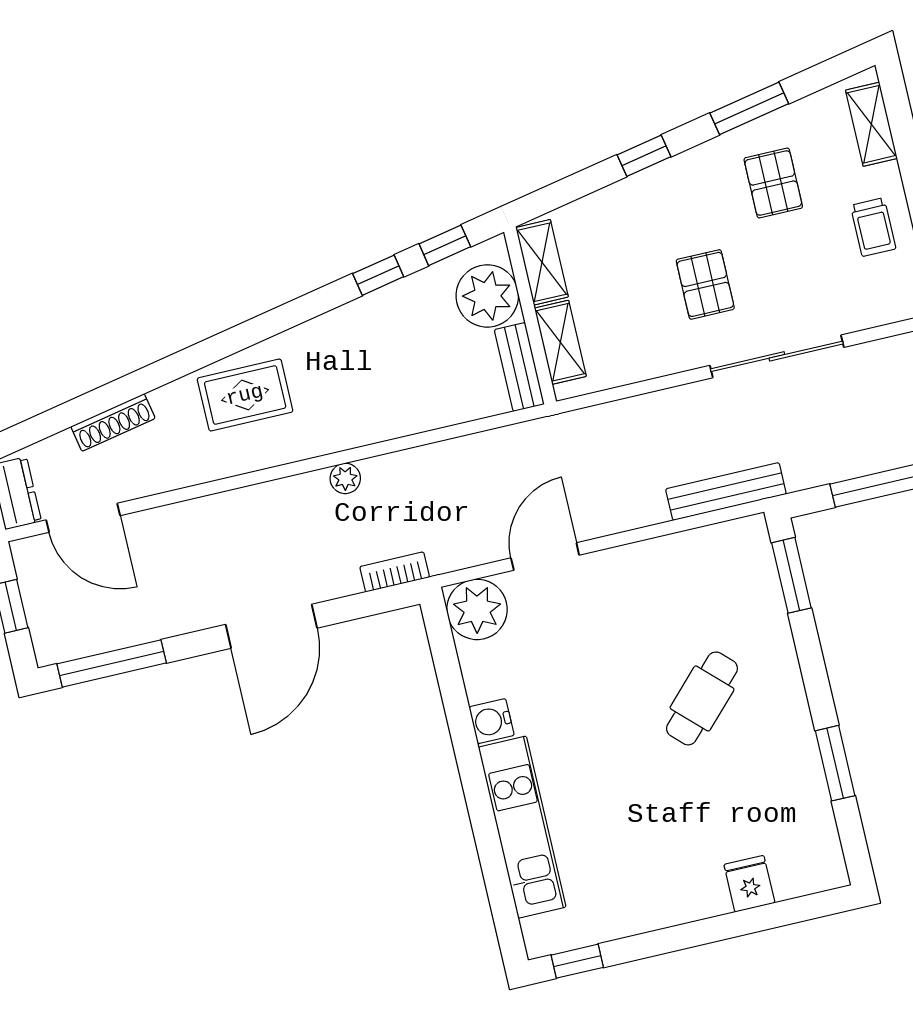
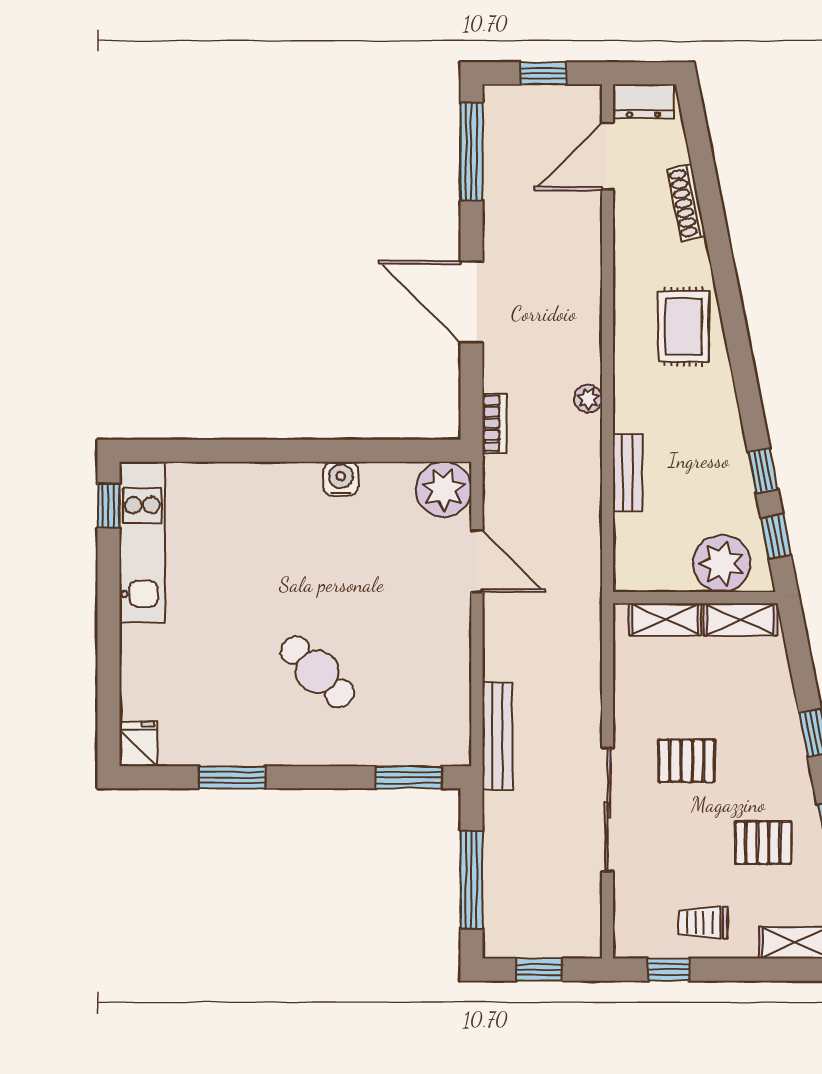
bench: (519, 367) -> (628, 473), moved, turned 90
kitchen unit: (522, 827) -> (142, 542), moved, turned -90
fridge: (749, 884) -> (138, 744), moved, turned -90

